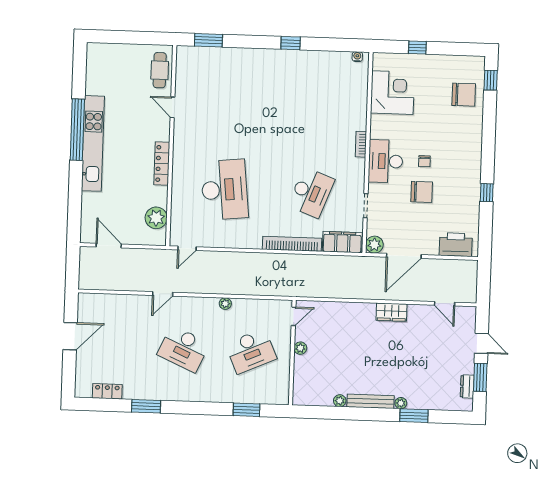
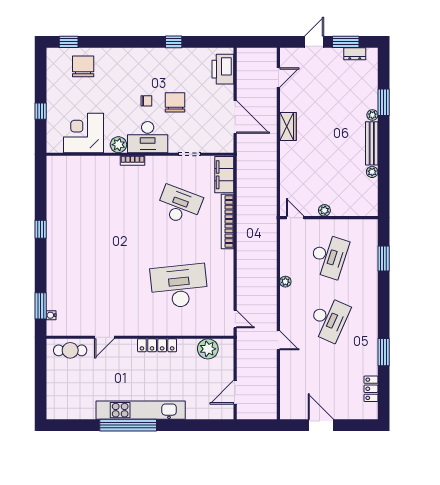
water cooler: (357, 57) -> (51, 315), moved
plant: (374, 245) -> (118, 145), moved
desk: (251, 351) -> (329, 256), turned 42

